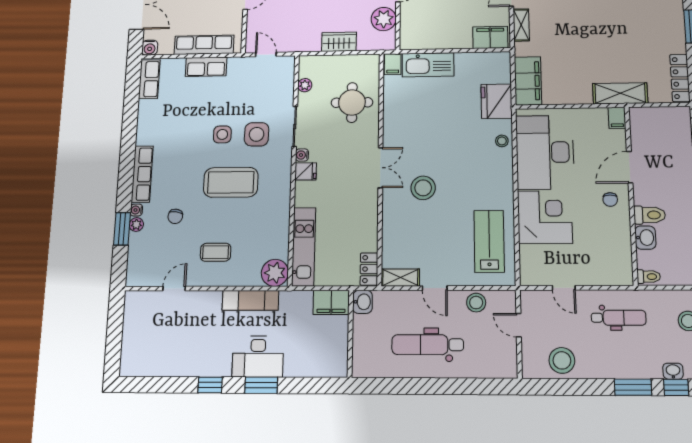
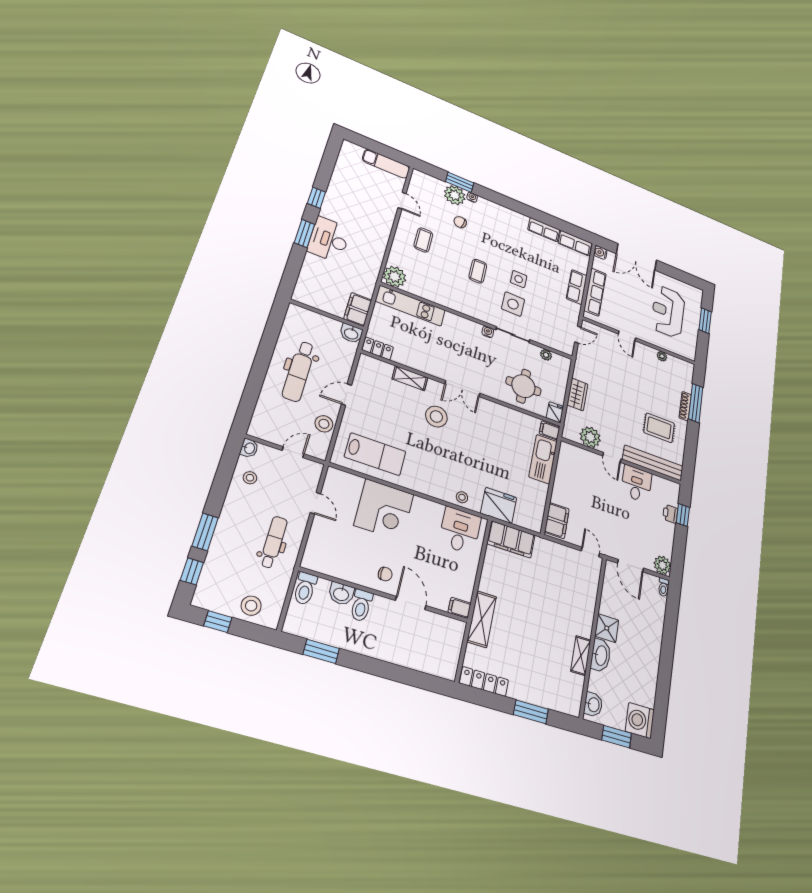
shelving: (521, 25) -> (563, 552), removed
desk: (545, 152) -> (460, 530), width x0.53, depth x0.77
fridge: (306, 171) -> (555, 412), moved, turned 180
row of seats: (142, 174) -> (544, 230), moved, width x0.68
coffee table: (231, 182) -> (478, 271), width x0.54, depth x0.58
chair: (610, 200) -> (385, 574), turned 180
plant: (136, 224) -> (455, 195), width x1.88, depth x1.88
toilet: (649, 277) -> (305, 588), width x1.37, depth x1.39
shelving: (400, 278) -> (410, 378), moved, turned 90
door: (564, 288) -> (315, 503), swing flipped
exam couch: (250, 300) -> (386, 164), moved, turned -90
dental chair: (619, 318) -> (274, 542), turned 180
dental chair: (428, 345) -> (299, 371), turned 180
stool: (562, 360) -> (250, 478), width x0.53, depth x0.53
washbasin: (673, 371) -> (249, 448), moved

